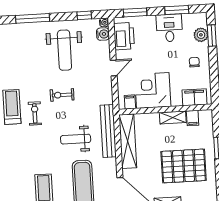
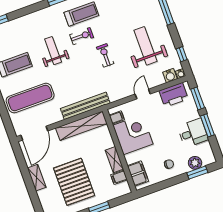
window: (177, 10) -> (207, 125), moved
weight bench: (64, 50) -> (146, 46), turned 90
door: (114, 68) -> (143, 94), swing flipped
weight bench: (76, 139) -> (53, 51), moved

